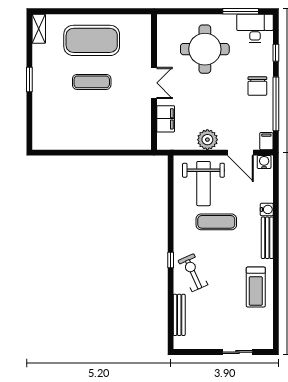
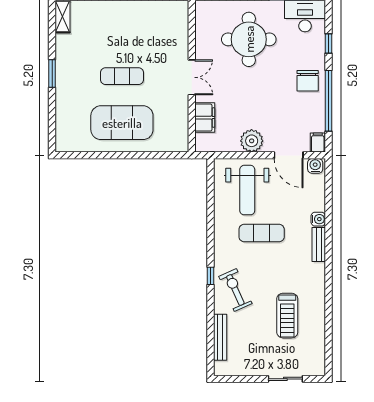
exercise mat: (92, 40) -> (122, 123), moved
bench: (267, 238) -> (319, 245), width x0.73
treadmill: (256, 287) -> (287, 316), moved

